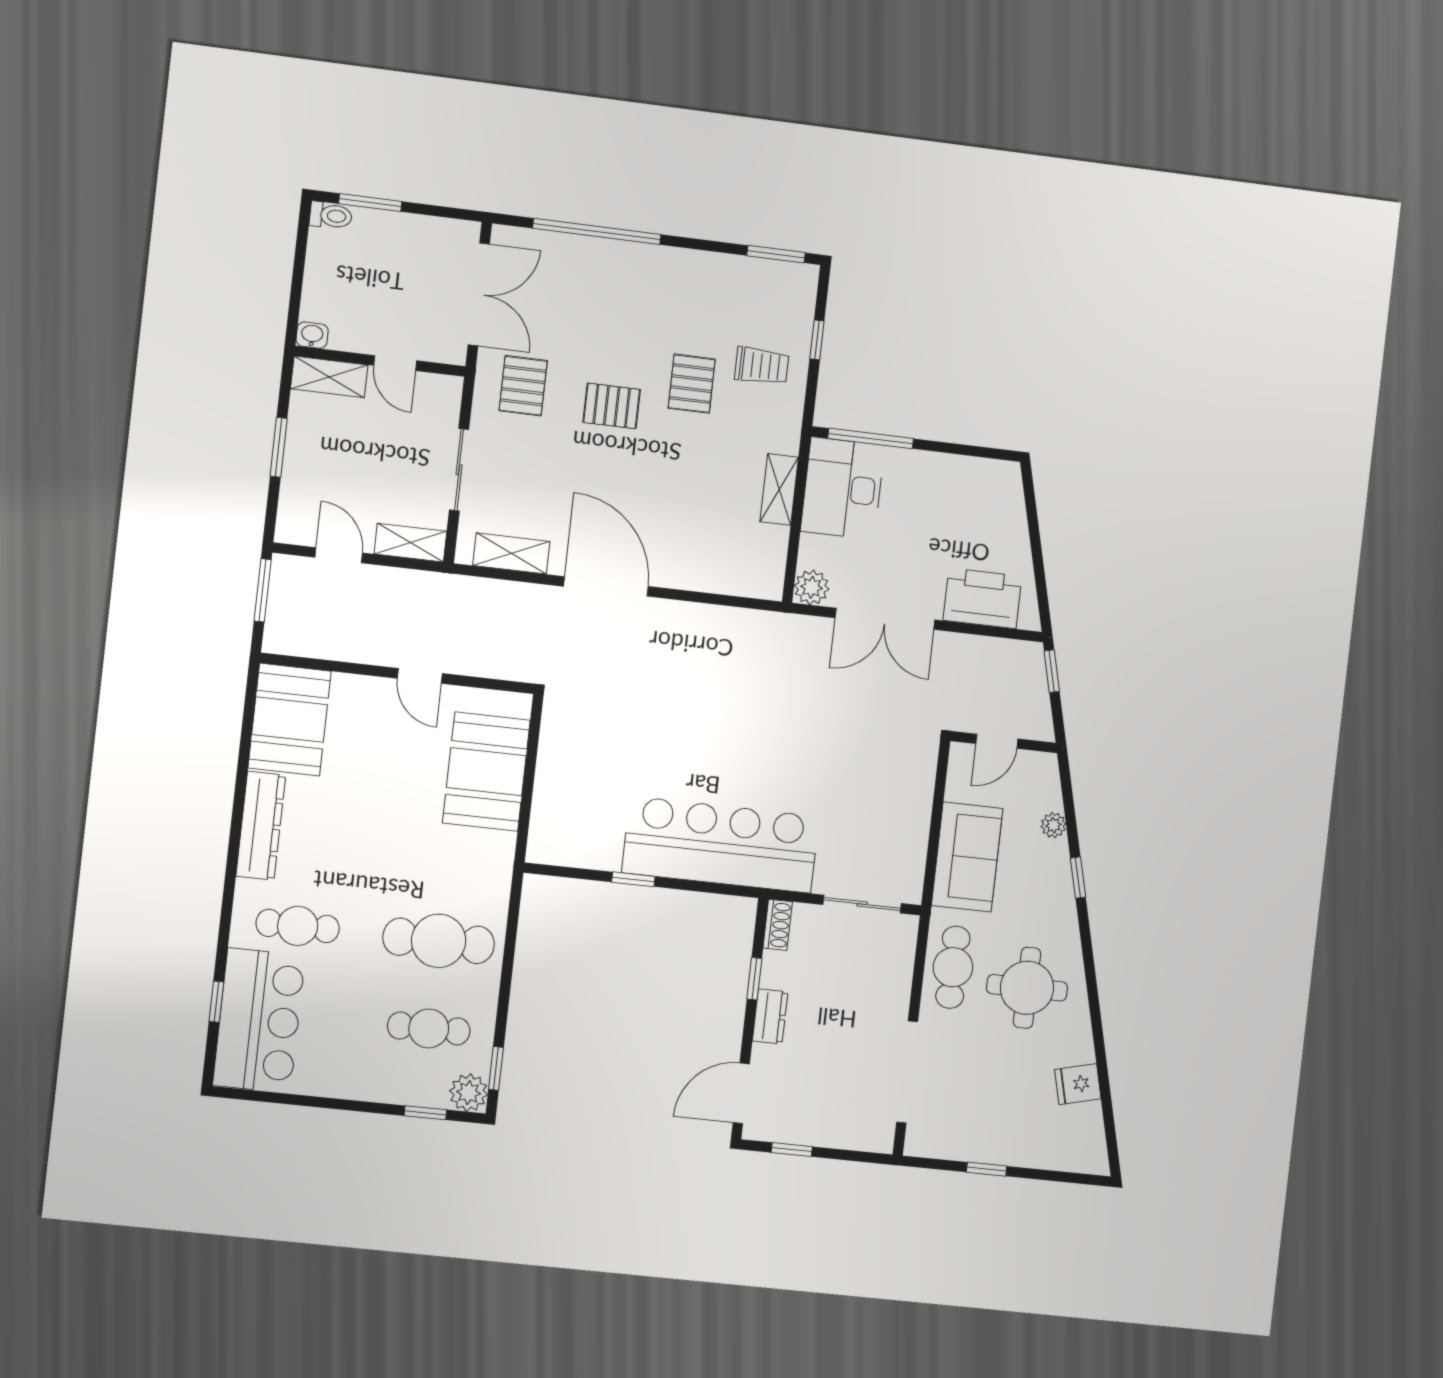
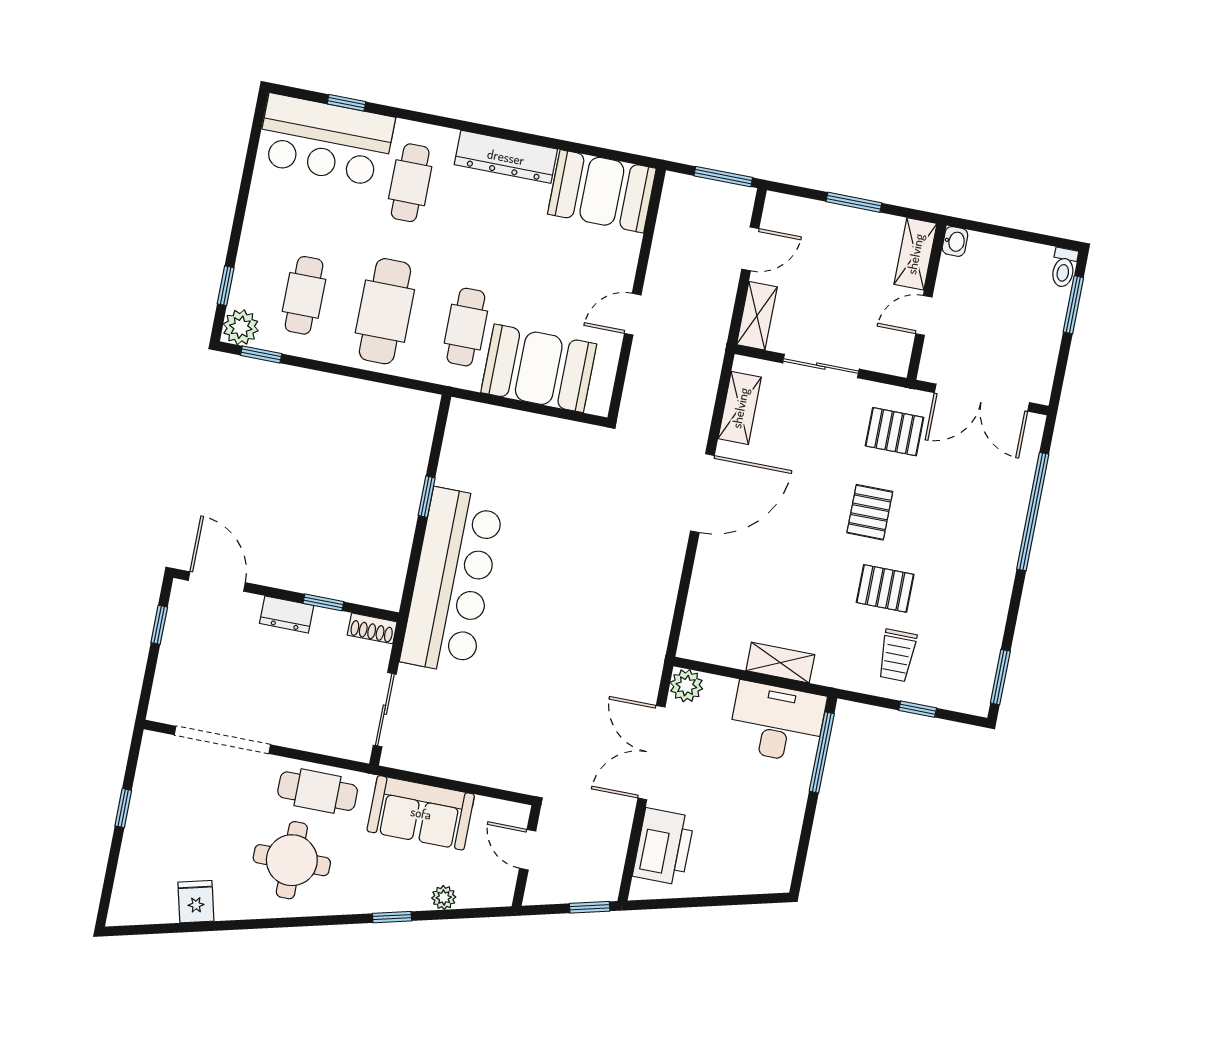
cafe table: (449, 853) -> (466, 327), added

